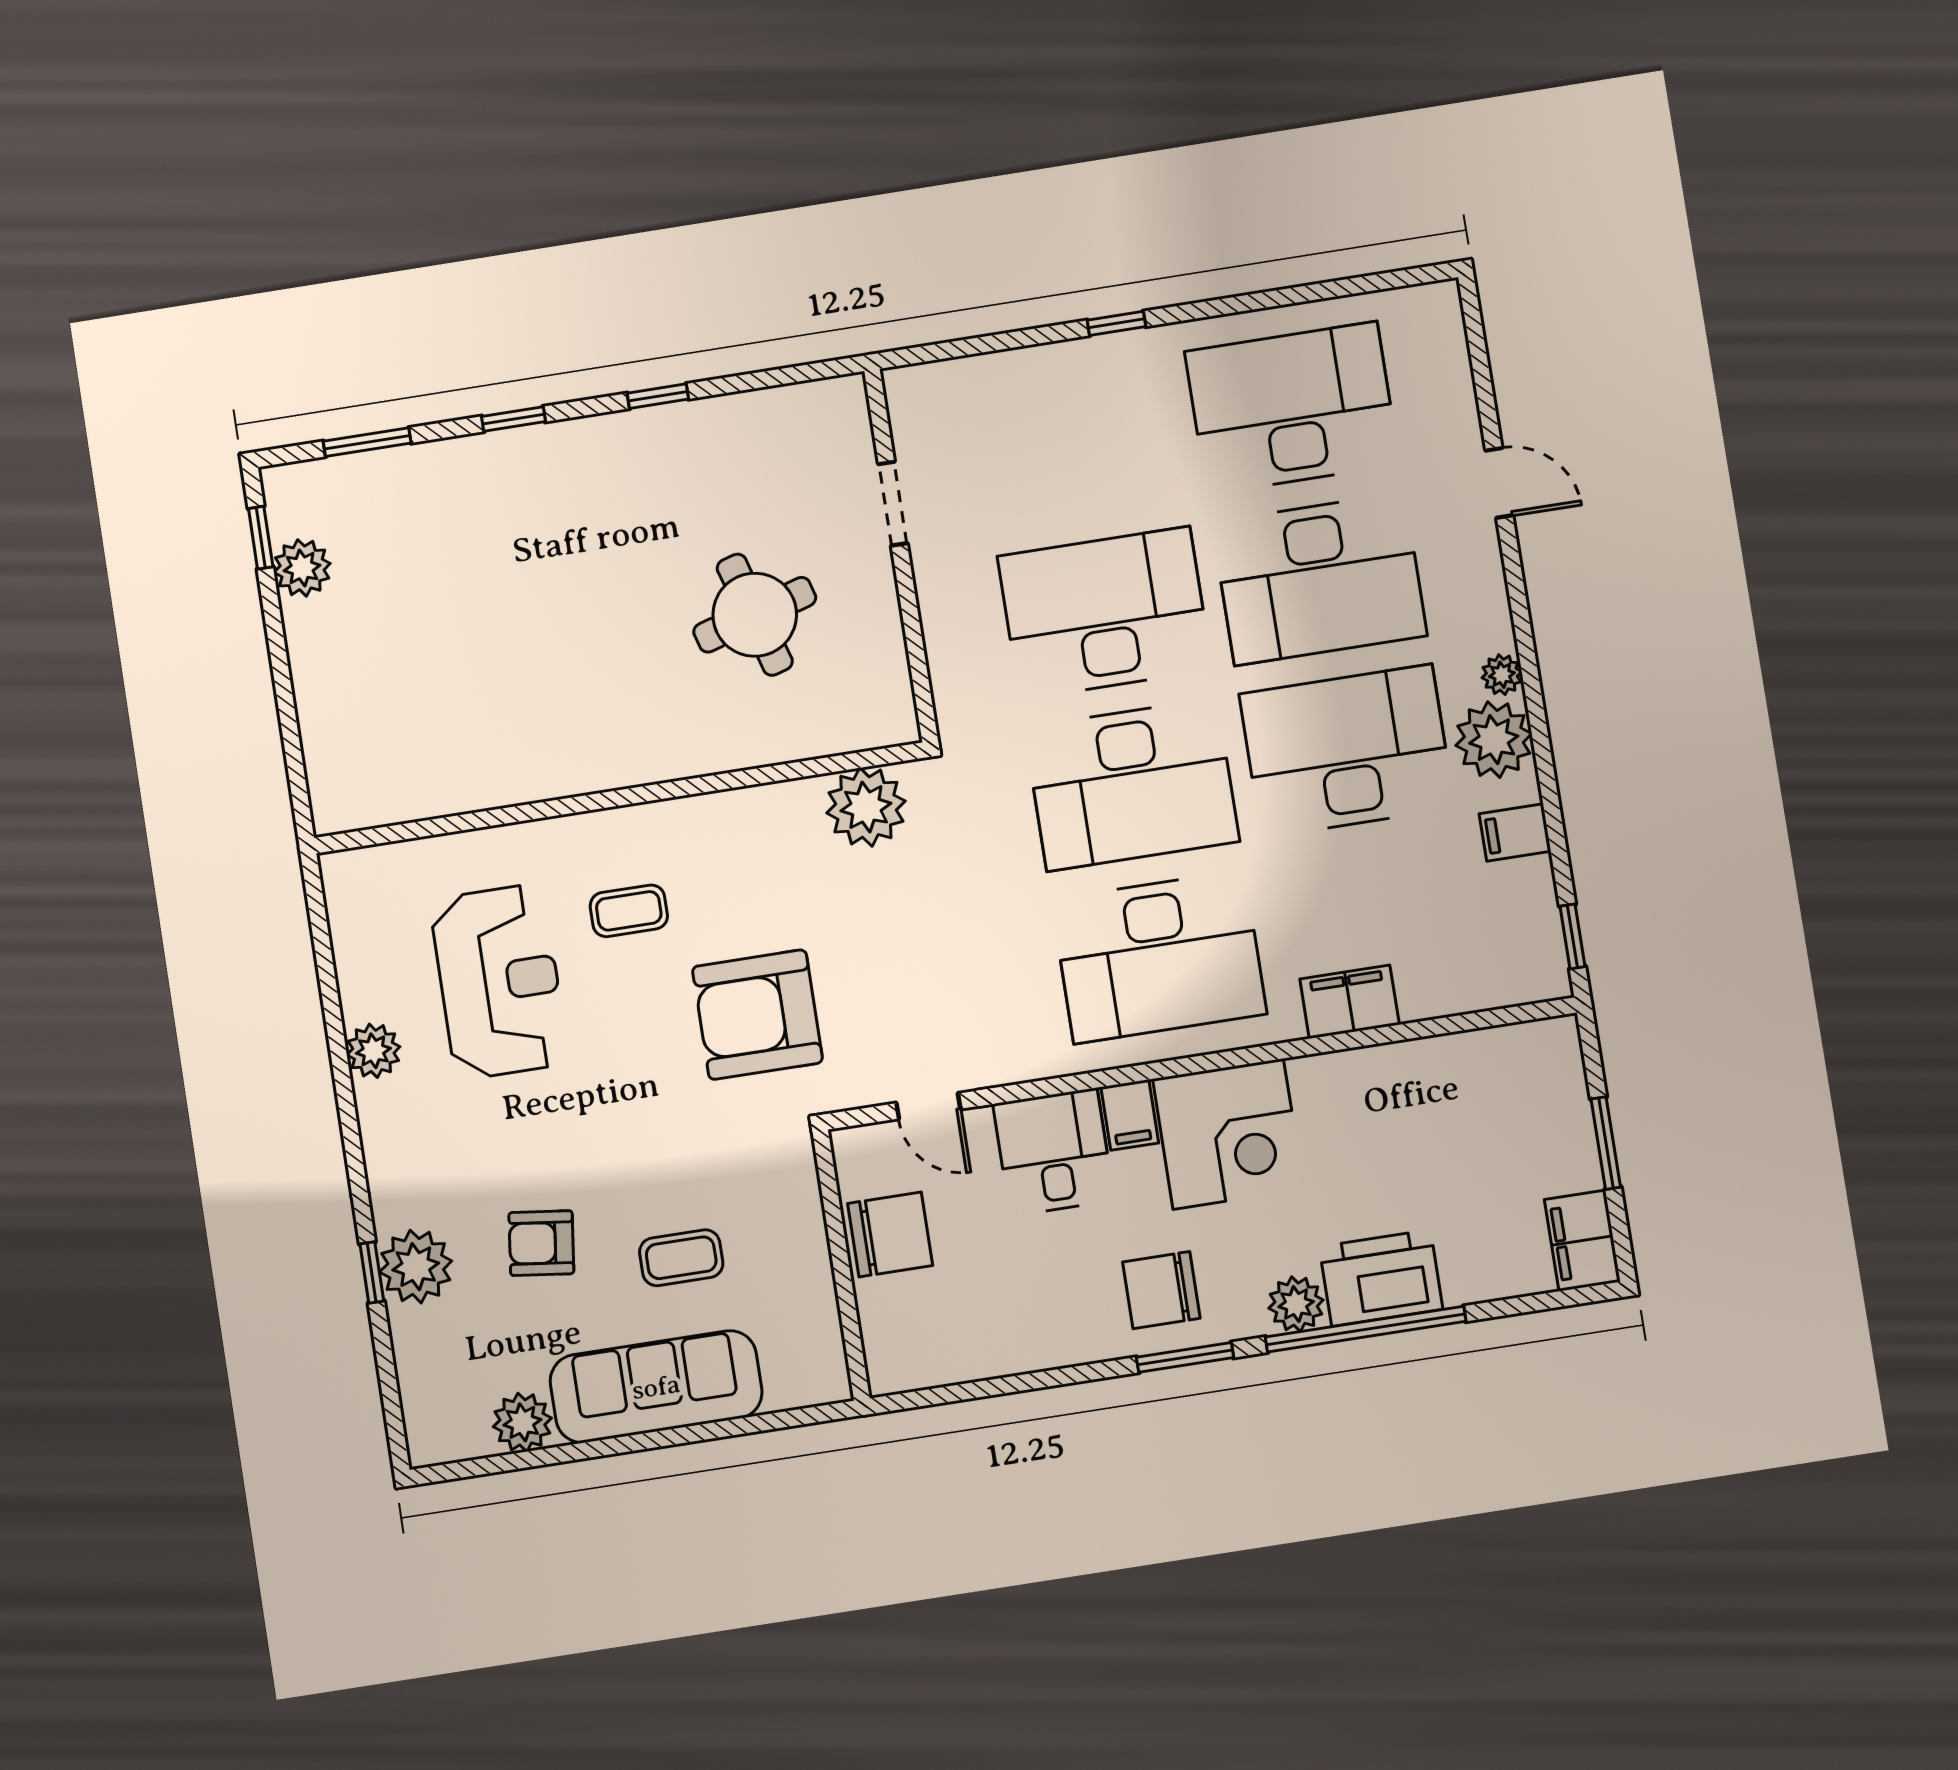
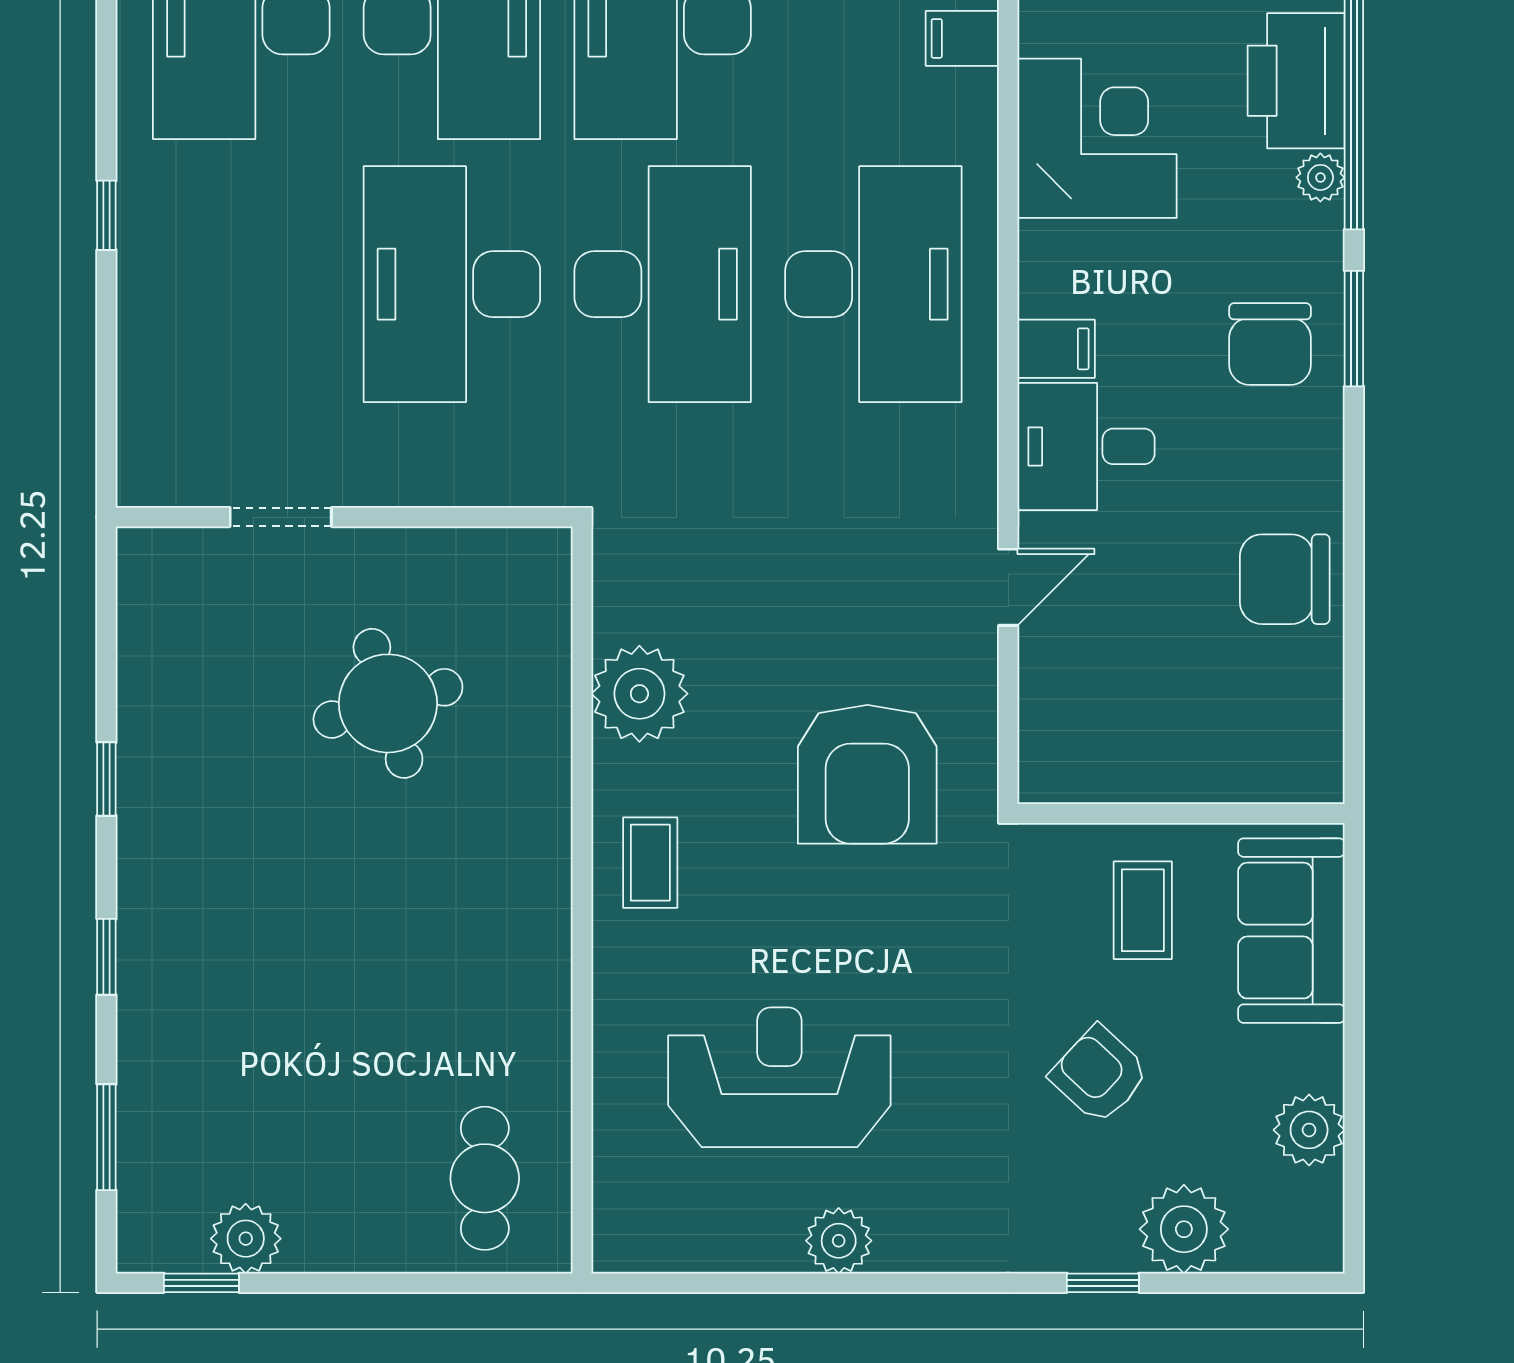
cafe table: (380, 754) -> (485, 1178), added
plant: (866, 807) -> (639, 694), moved
coffee table: (629, 911) -> (650, 863), moved
filing cabinet: (1350, 1002) -> (962, 38), width x0.50
corner desk: (1228, 1134) -> (1097, 138), moved
chair: (890, 1234) -> (1285, 579), moved, turned -90
armchair: (541, 1243) -> (1099, 1075), turned 126
wall: (841, 1265) -> (1181, 813), moved
plant: (416, 1267) -> (1184, 1229), moved
plant: (1296, 1304) -> (1320, 177), width x0.73, depth x0.73
sofa: (656, 1387) -> (1291, 931), width x0.73

